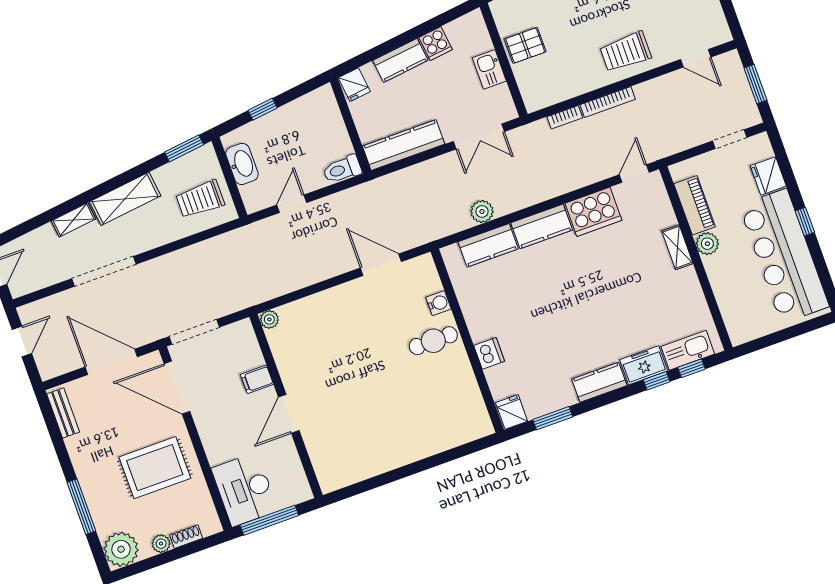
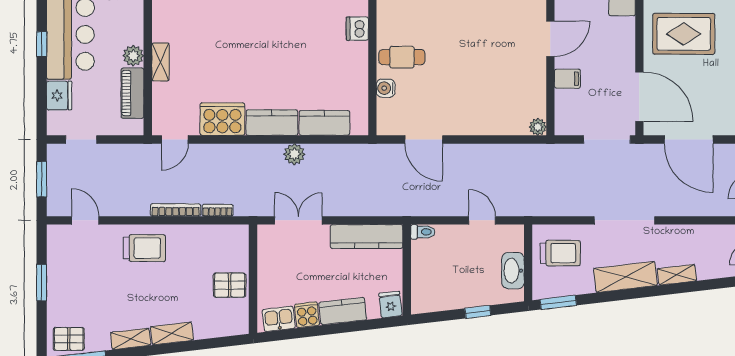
kitchen sink: (489, 69) -> (279, 319), moved, turned -97
toilet: (342, 169) -> (423, 232), width x0.73, depth x0.72
door: (292, 204) -> (482, 220), swing flipped
plant: (482, 212) -> (294, 154), moved
doorway: (104, 271) -> (625, 220), moved

